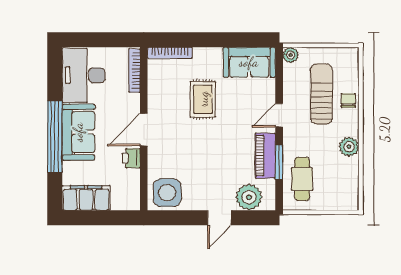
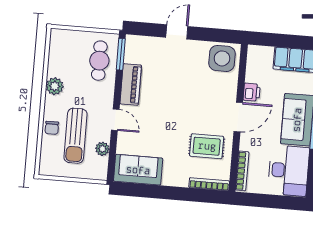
plant: (291, 55) -> (102, 149), moved
rug: (203, 99) -> (207, 146), moved, turned 90
door: (279, 115) -> (115, 120), hinge flipped
window: (279, 163) -> (121, 54), moved
plant: (249, 197) -> (149, 48), removed

